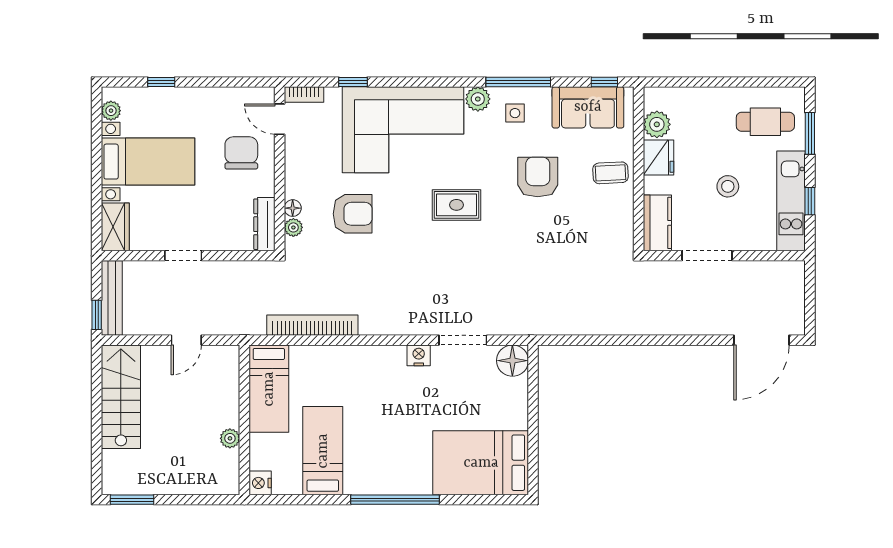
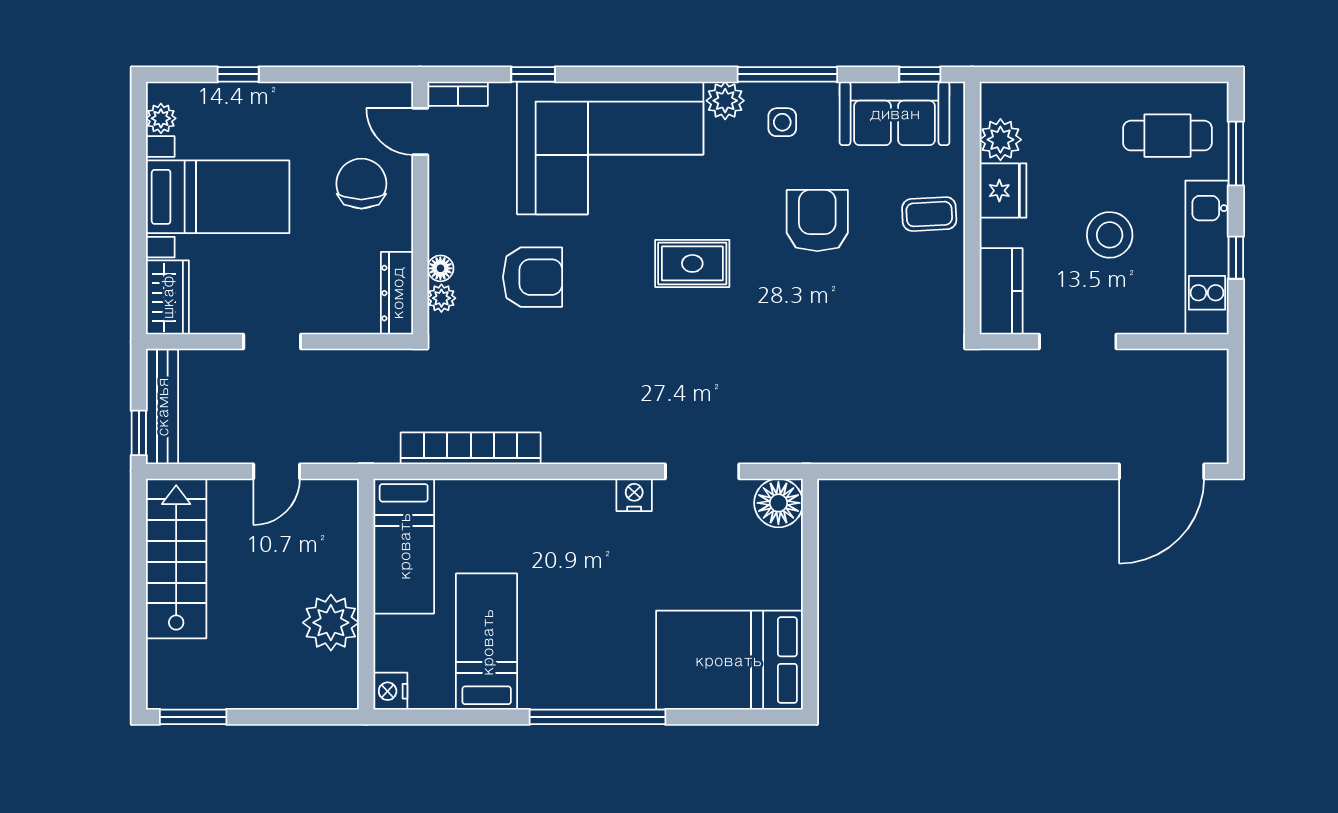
stool: (728, 186) -> (1110, 235), width x1.38, depth x1.38
plant: (230, 438) -> (331, 623), width x1.88, depth x1.88

